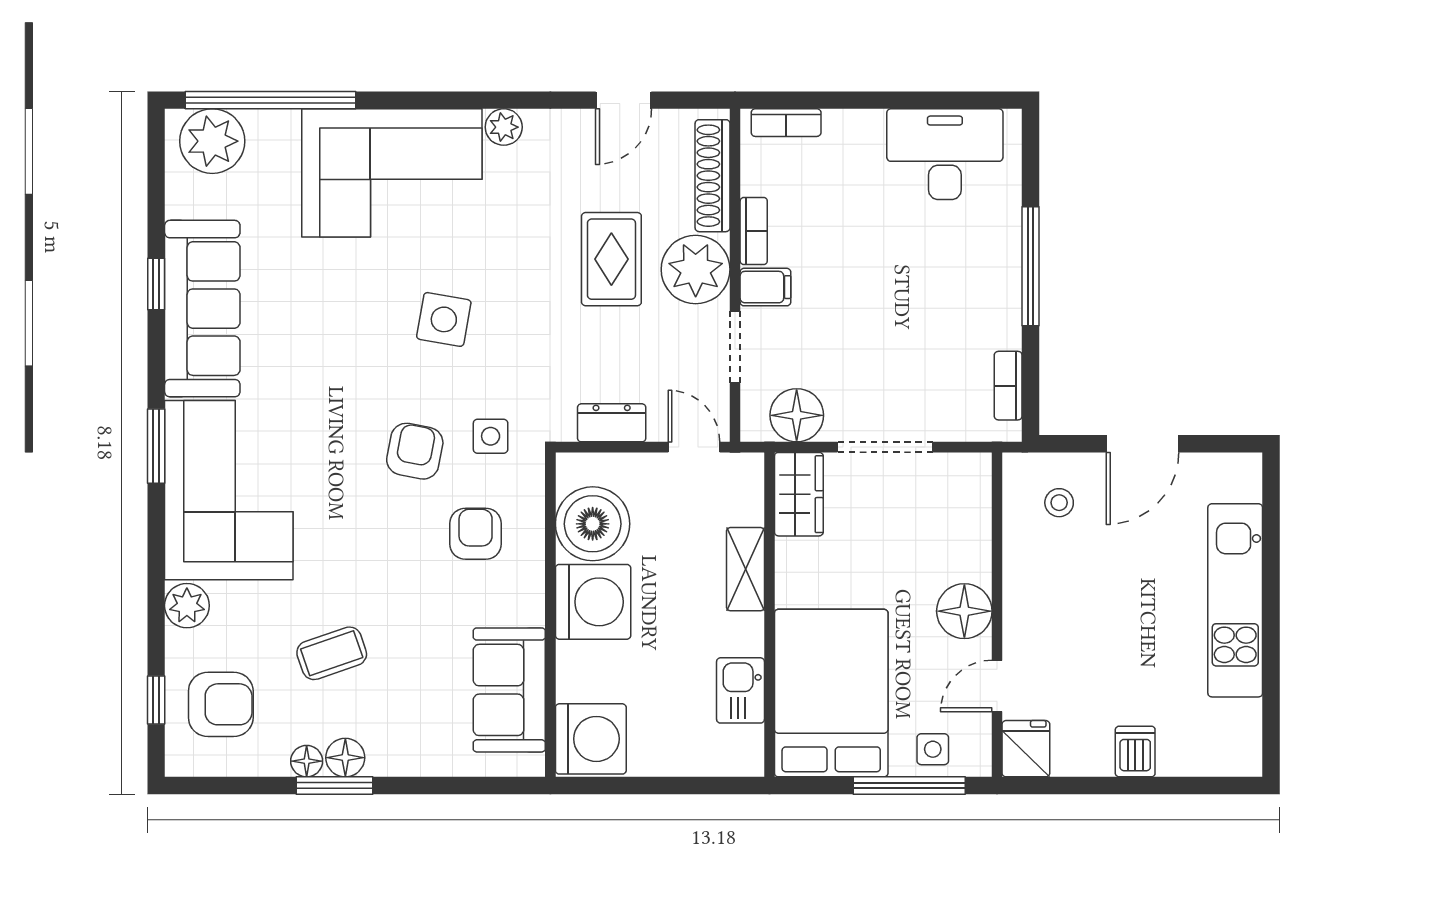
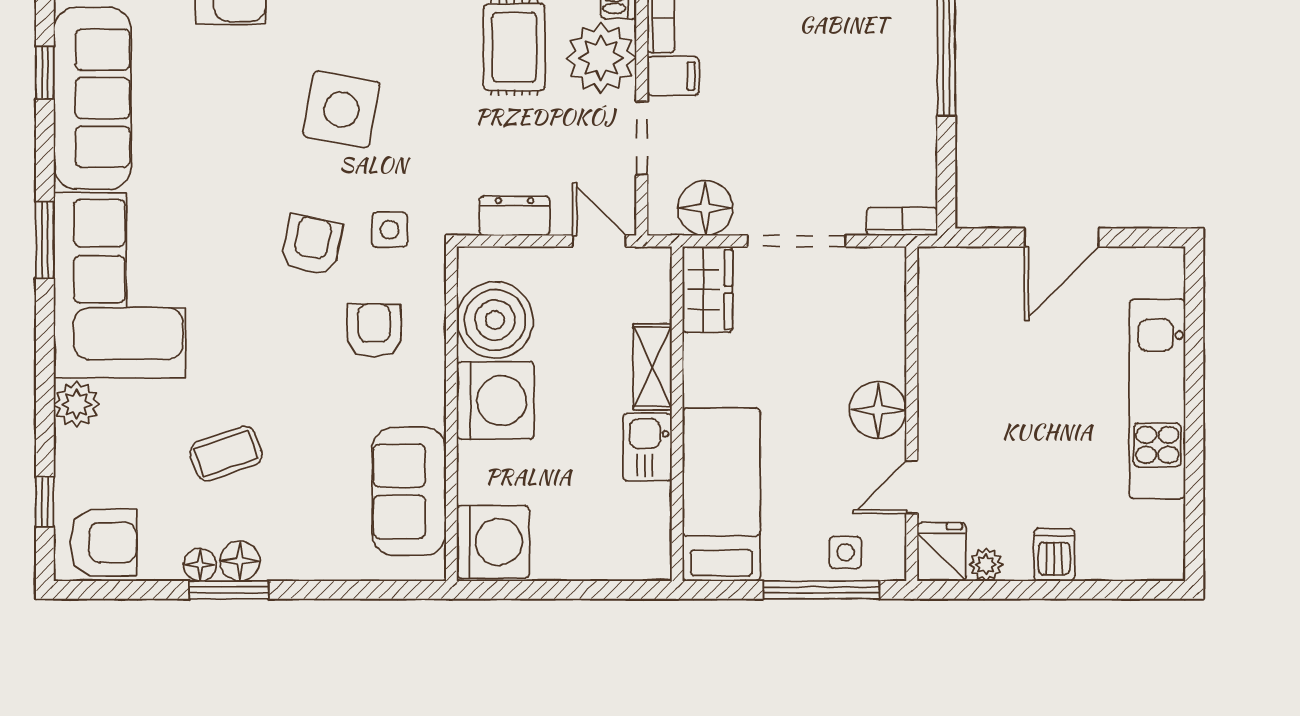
side table: (444, 319) -> (341, 109), width x1.37, depth x1.37
bookcase: (1008, 386) -> (902, 221), moved, turned 90
stool: (1059, 503) -> (976, 298), removed
kitchen sink: (740, 690) -> (647, 447), moved
bed: (831, 693) -> (721, 495), width x0.67
armchair: (221, 704) -> (103, 542), moved
plant: (1069, 761) -> (986, 565), added

